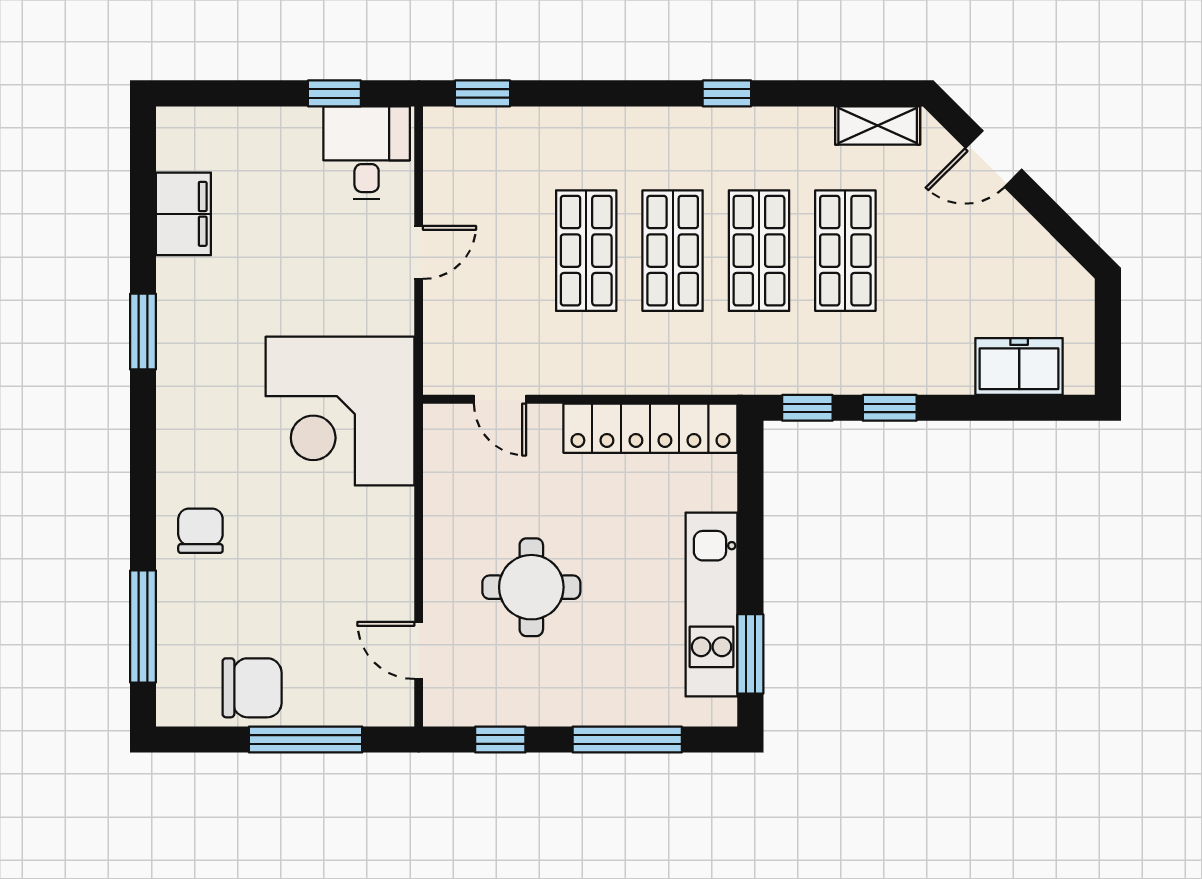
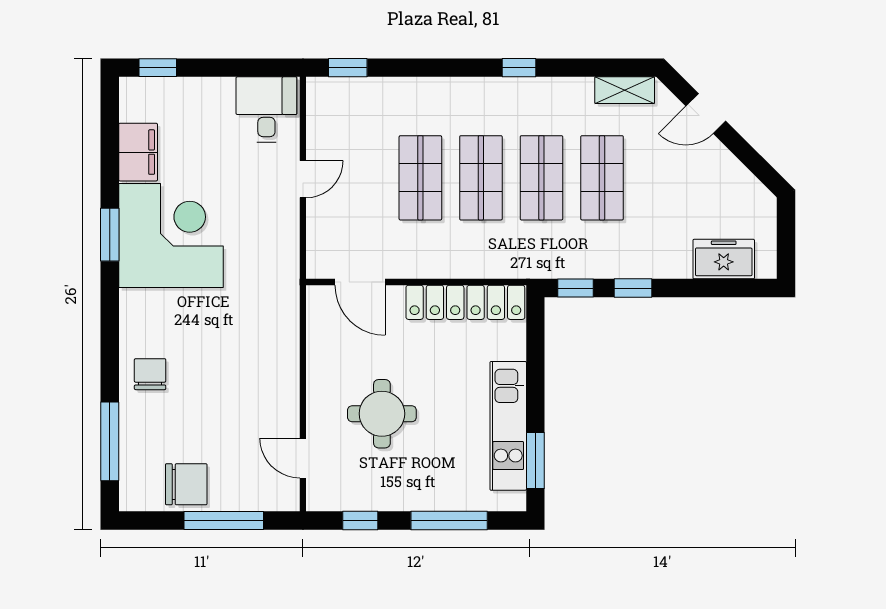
window: (334, 93) -> (158, 68), moved
door: (500, 399) -> (360, 282), width x1.38
corner desk: (340, 411) -> (171, 236), moved, turned 180

